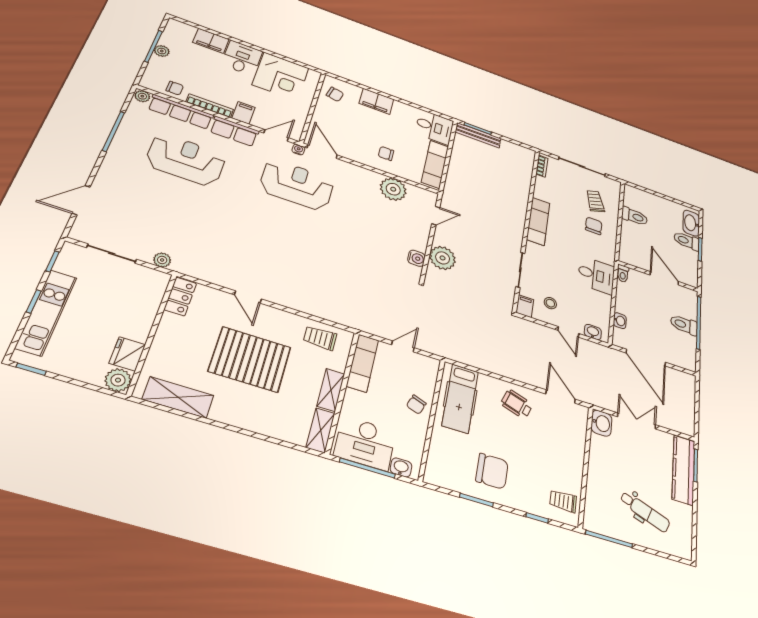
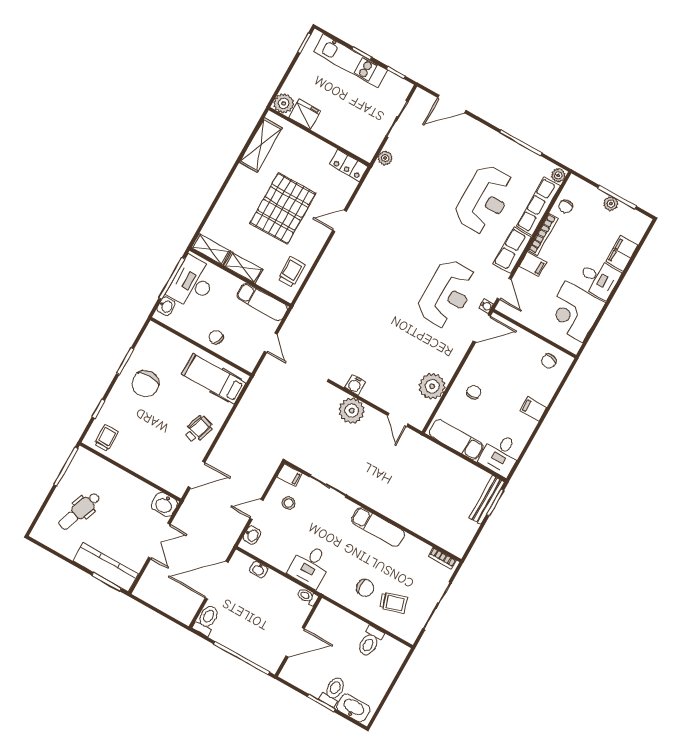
filing cabinet: (376, 101) -> (533, 409), width x0.50
door: (81, 200) -> (452, 104), swing flipped
toilet: (684, 325) -> (207, 620), moved

